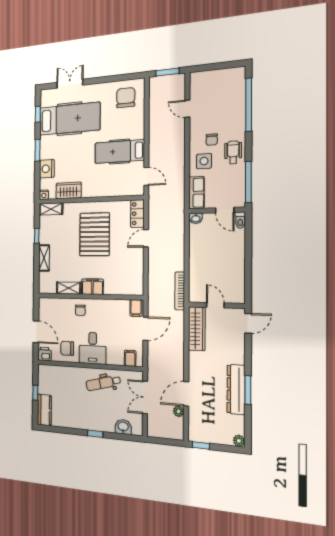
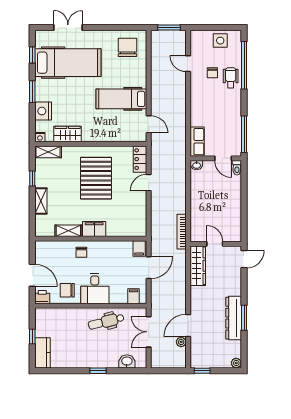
chair: (212, 140) -> (212, 73), moved
wheelchair: (233, 152) -> (231, 78), moved
side table: (204, 161) -> (220, 41), moved

